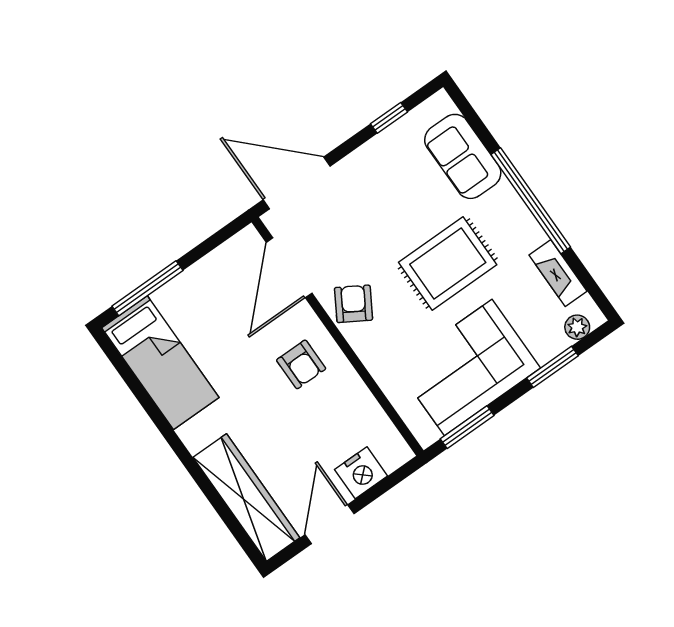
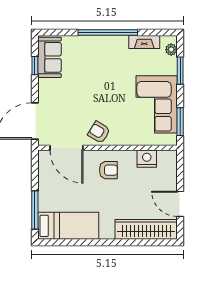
sofa: (463, 156) -> (49, 57), moved, turned -90
rug: (448, 263) -> (109, 83), removed
nightstand: (361, 473) -> (147, 159), moved, turned -90

